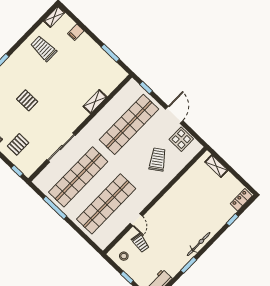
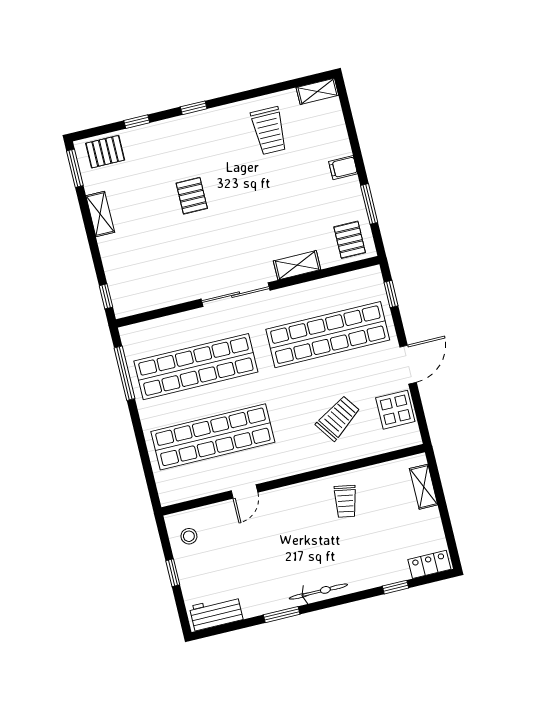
filing cabinet: (76, 32) -> (343, 168), moved
trolley: (44, 48) -> (269, 131), turned 180
pallet: (18, 144) -> (350, 240), moved, turned 90
sliding door: (61, 147) -> (236, 295), moved
window: (55, 208) -> (124, 373), moved
trolley: (140, 243) -> (345, 501), moved

